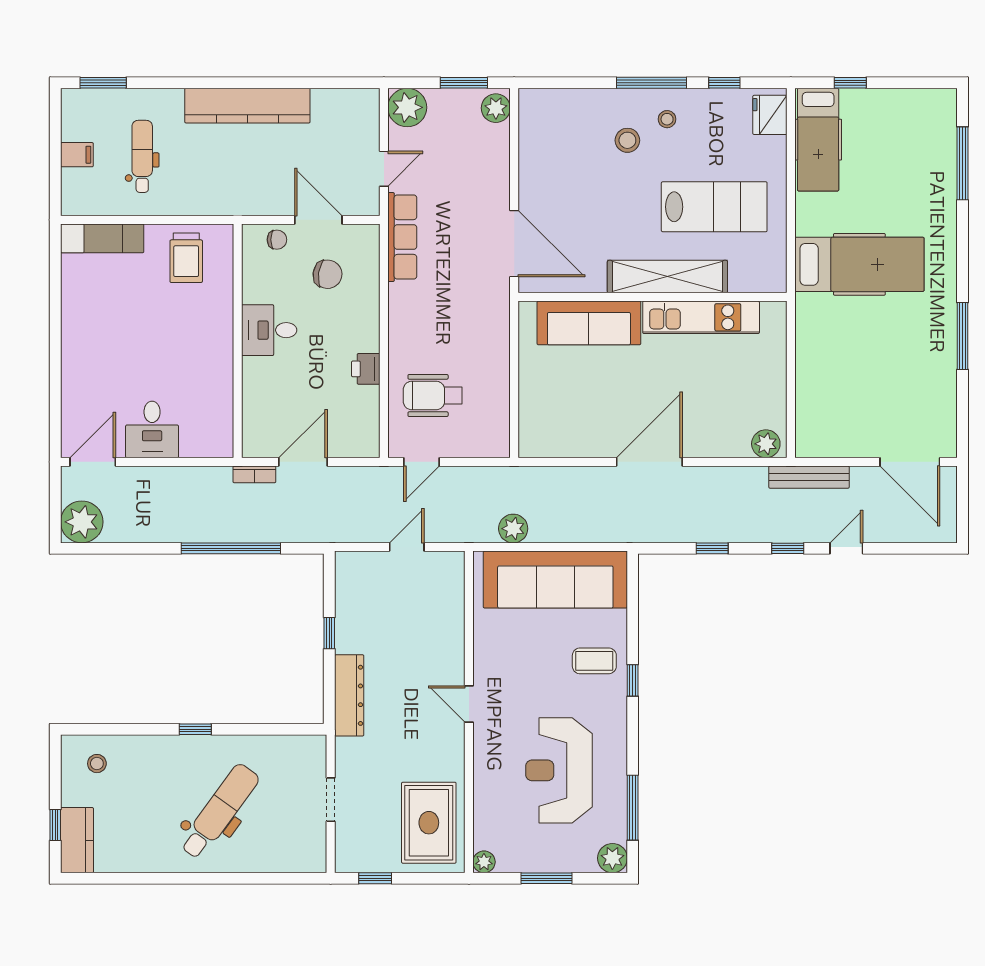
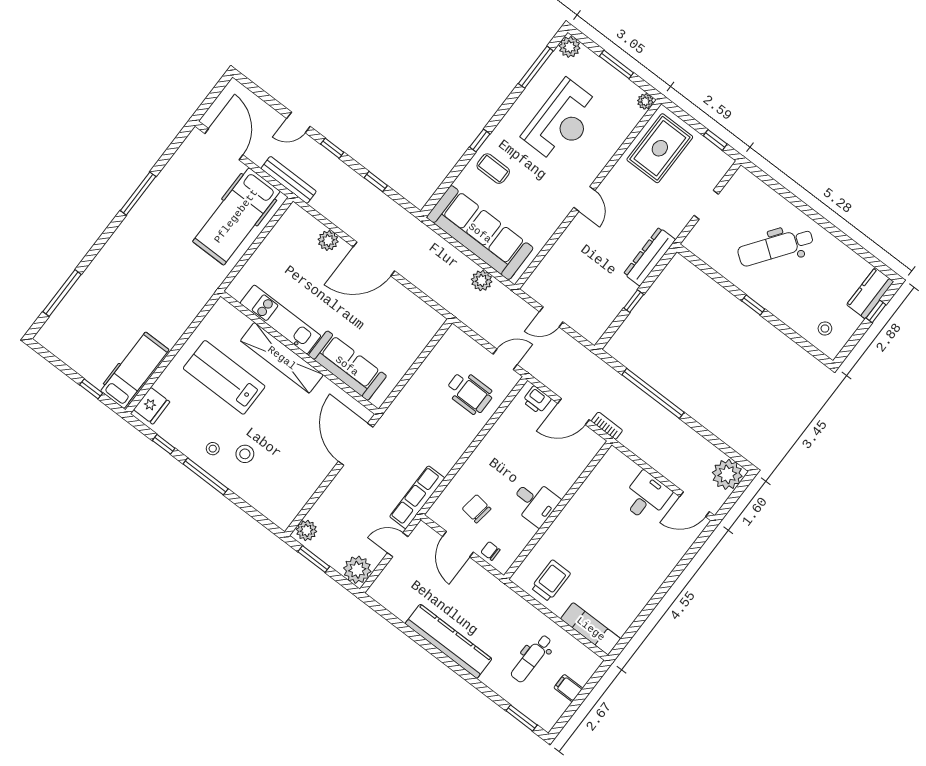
hospital bed: (859, 264) -> (236, 216), moved, turned -90
printer: (366, 369) -> (537, 400), moved, turned 90
plant: (766, 444) -> (328, 241), moved

